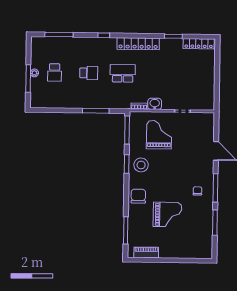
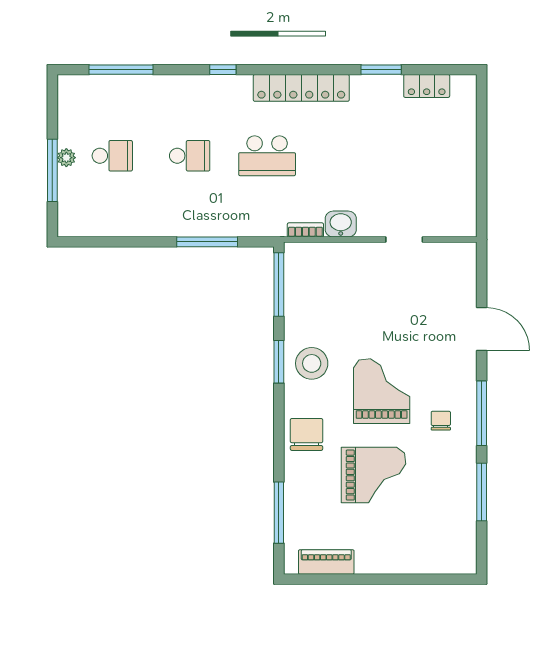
locker: (199, 44) -> (427, 86), width x0.66
school desk: (55, 72) -> (112, 156), turned -90
school desk: (123, 73) -> (267, 156), turned 180
grand piano: (159, 135) -> (382, 391), moved

